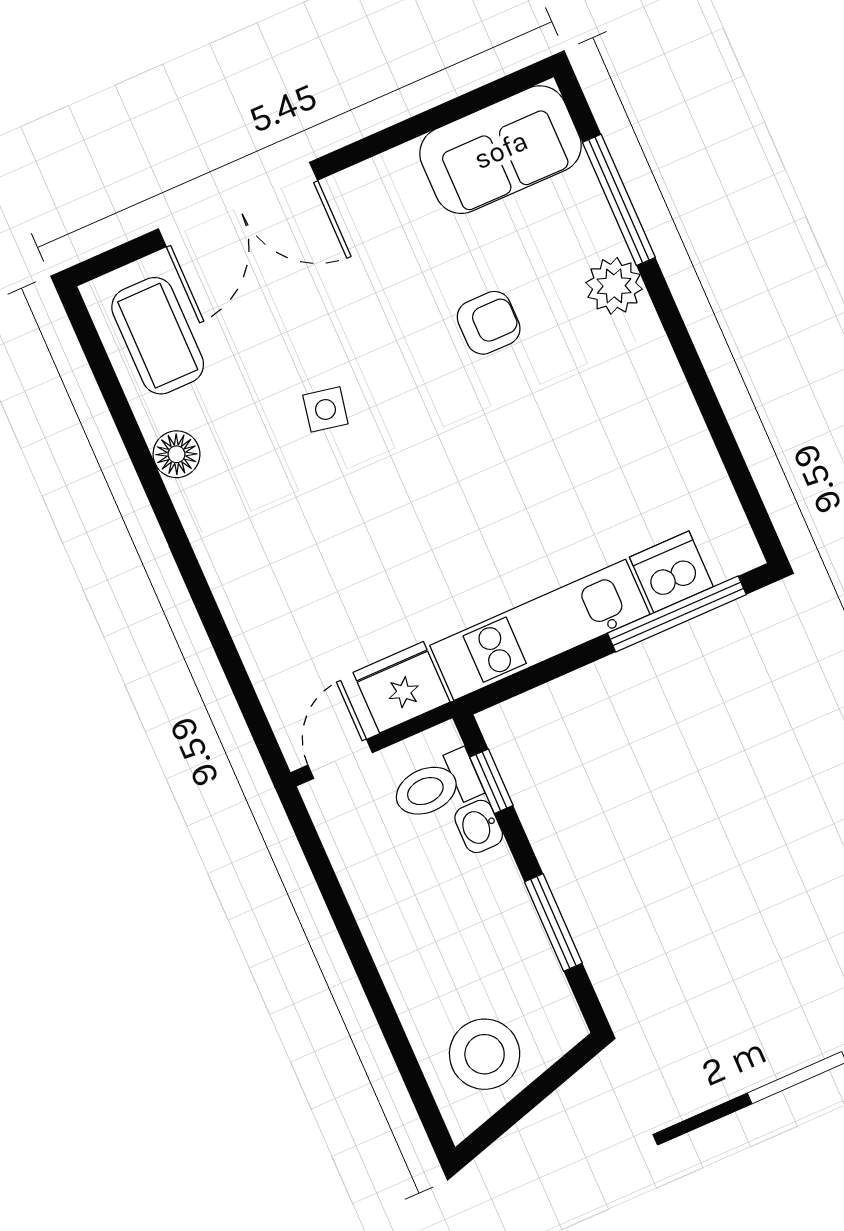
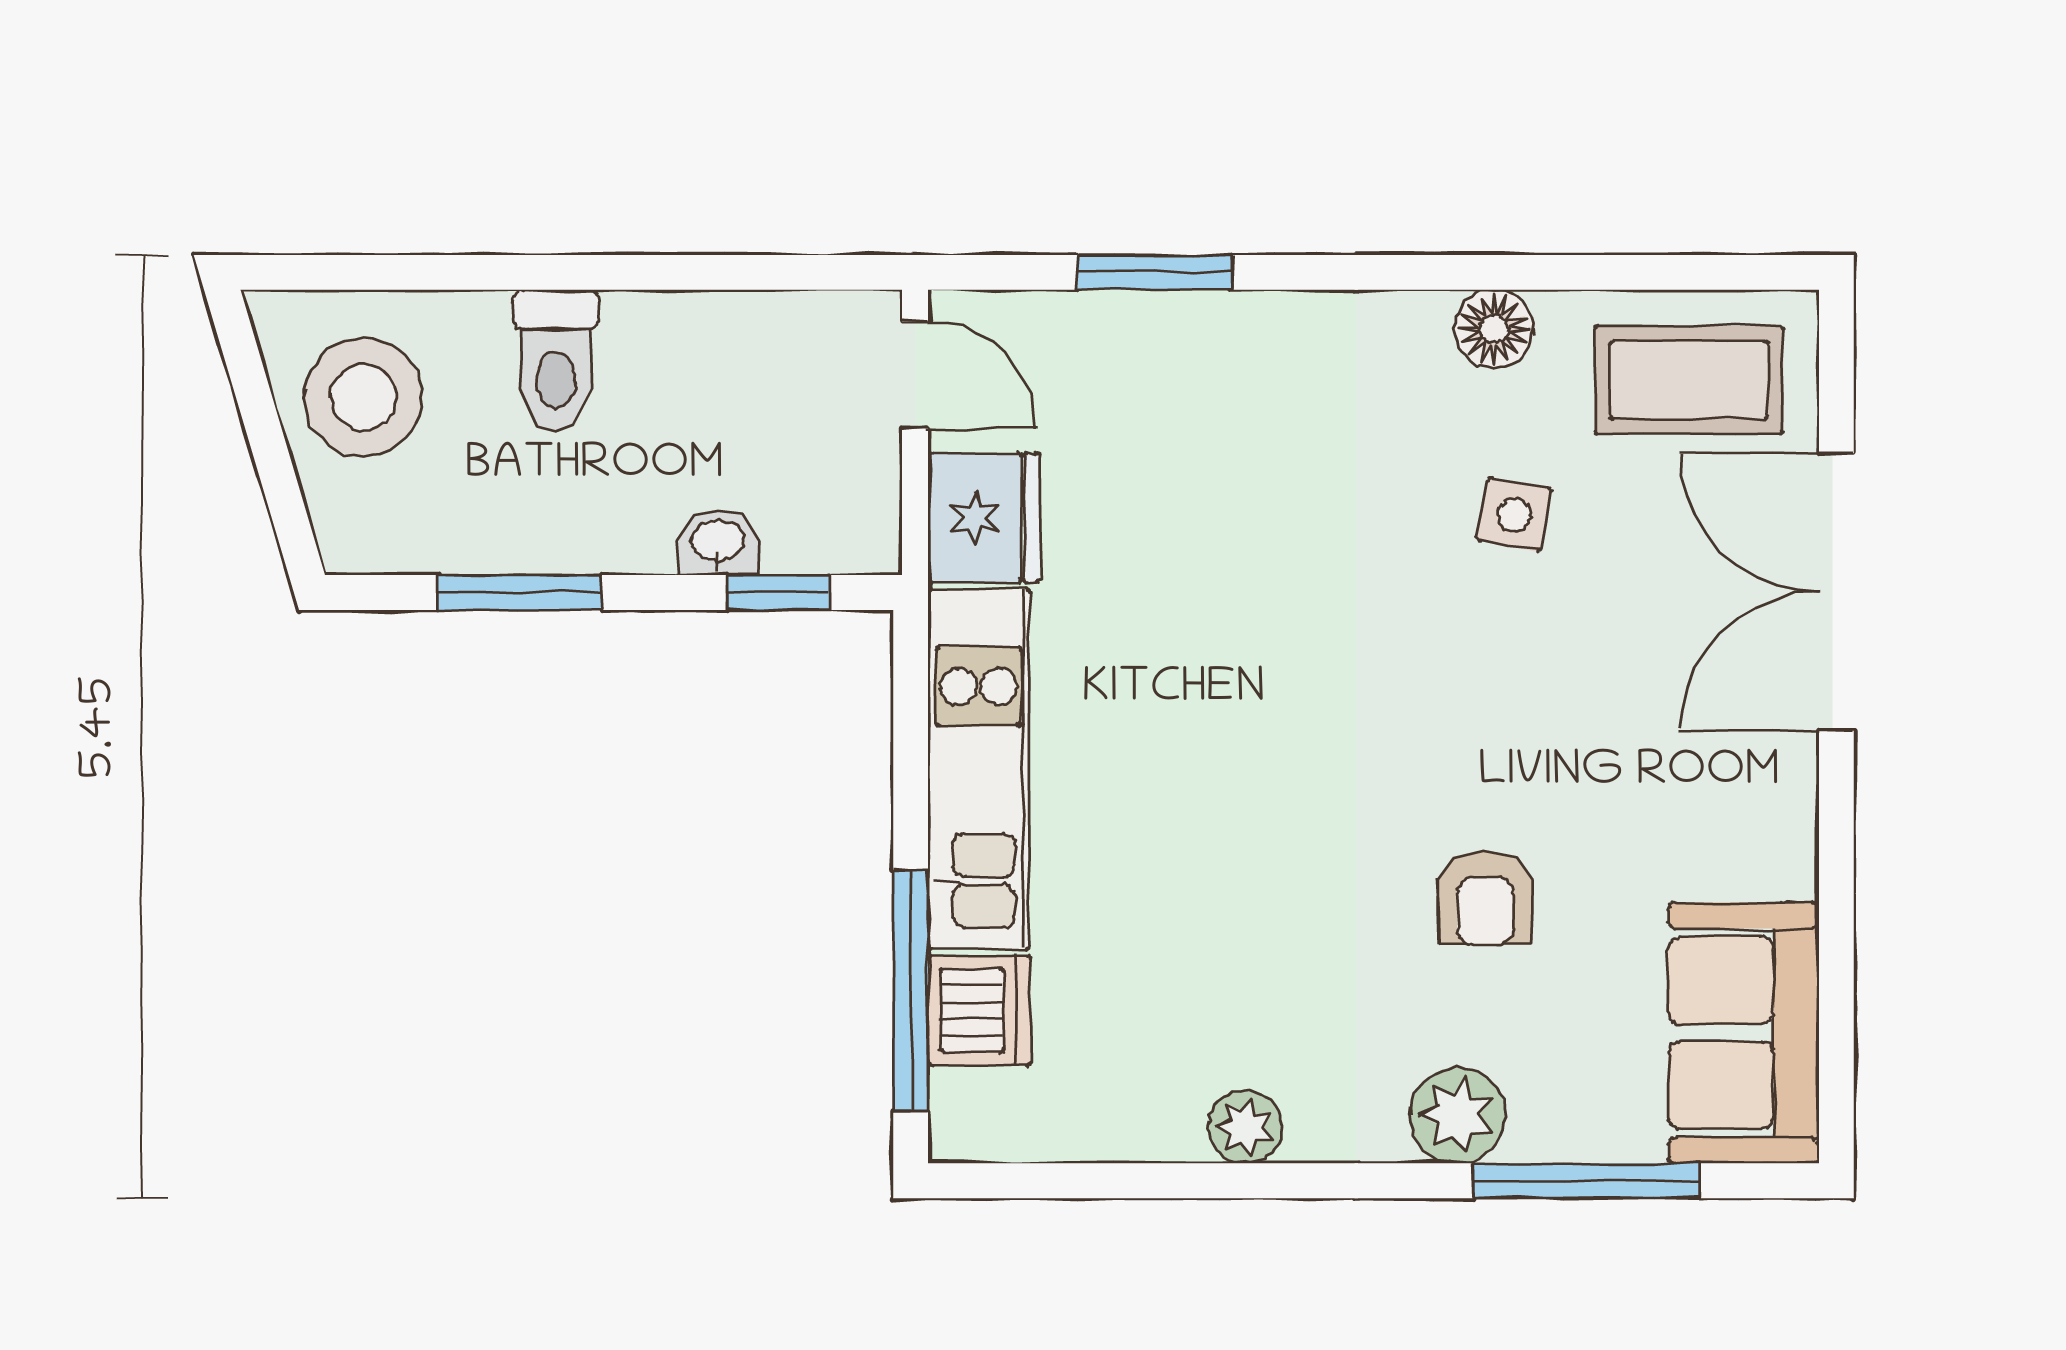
plant: (671, 399) -> (1245, 1127), added
side table: (325, 409) -> (1514, 515), moved
window: (227, 653) -> (1154, 272), added
toilet: (436, 786) -> (556, 361), moved, turned 180

